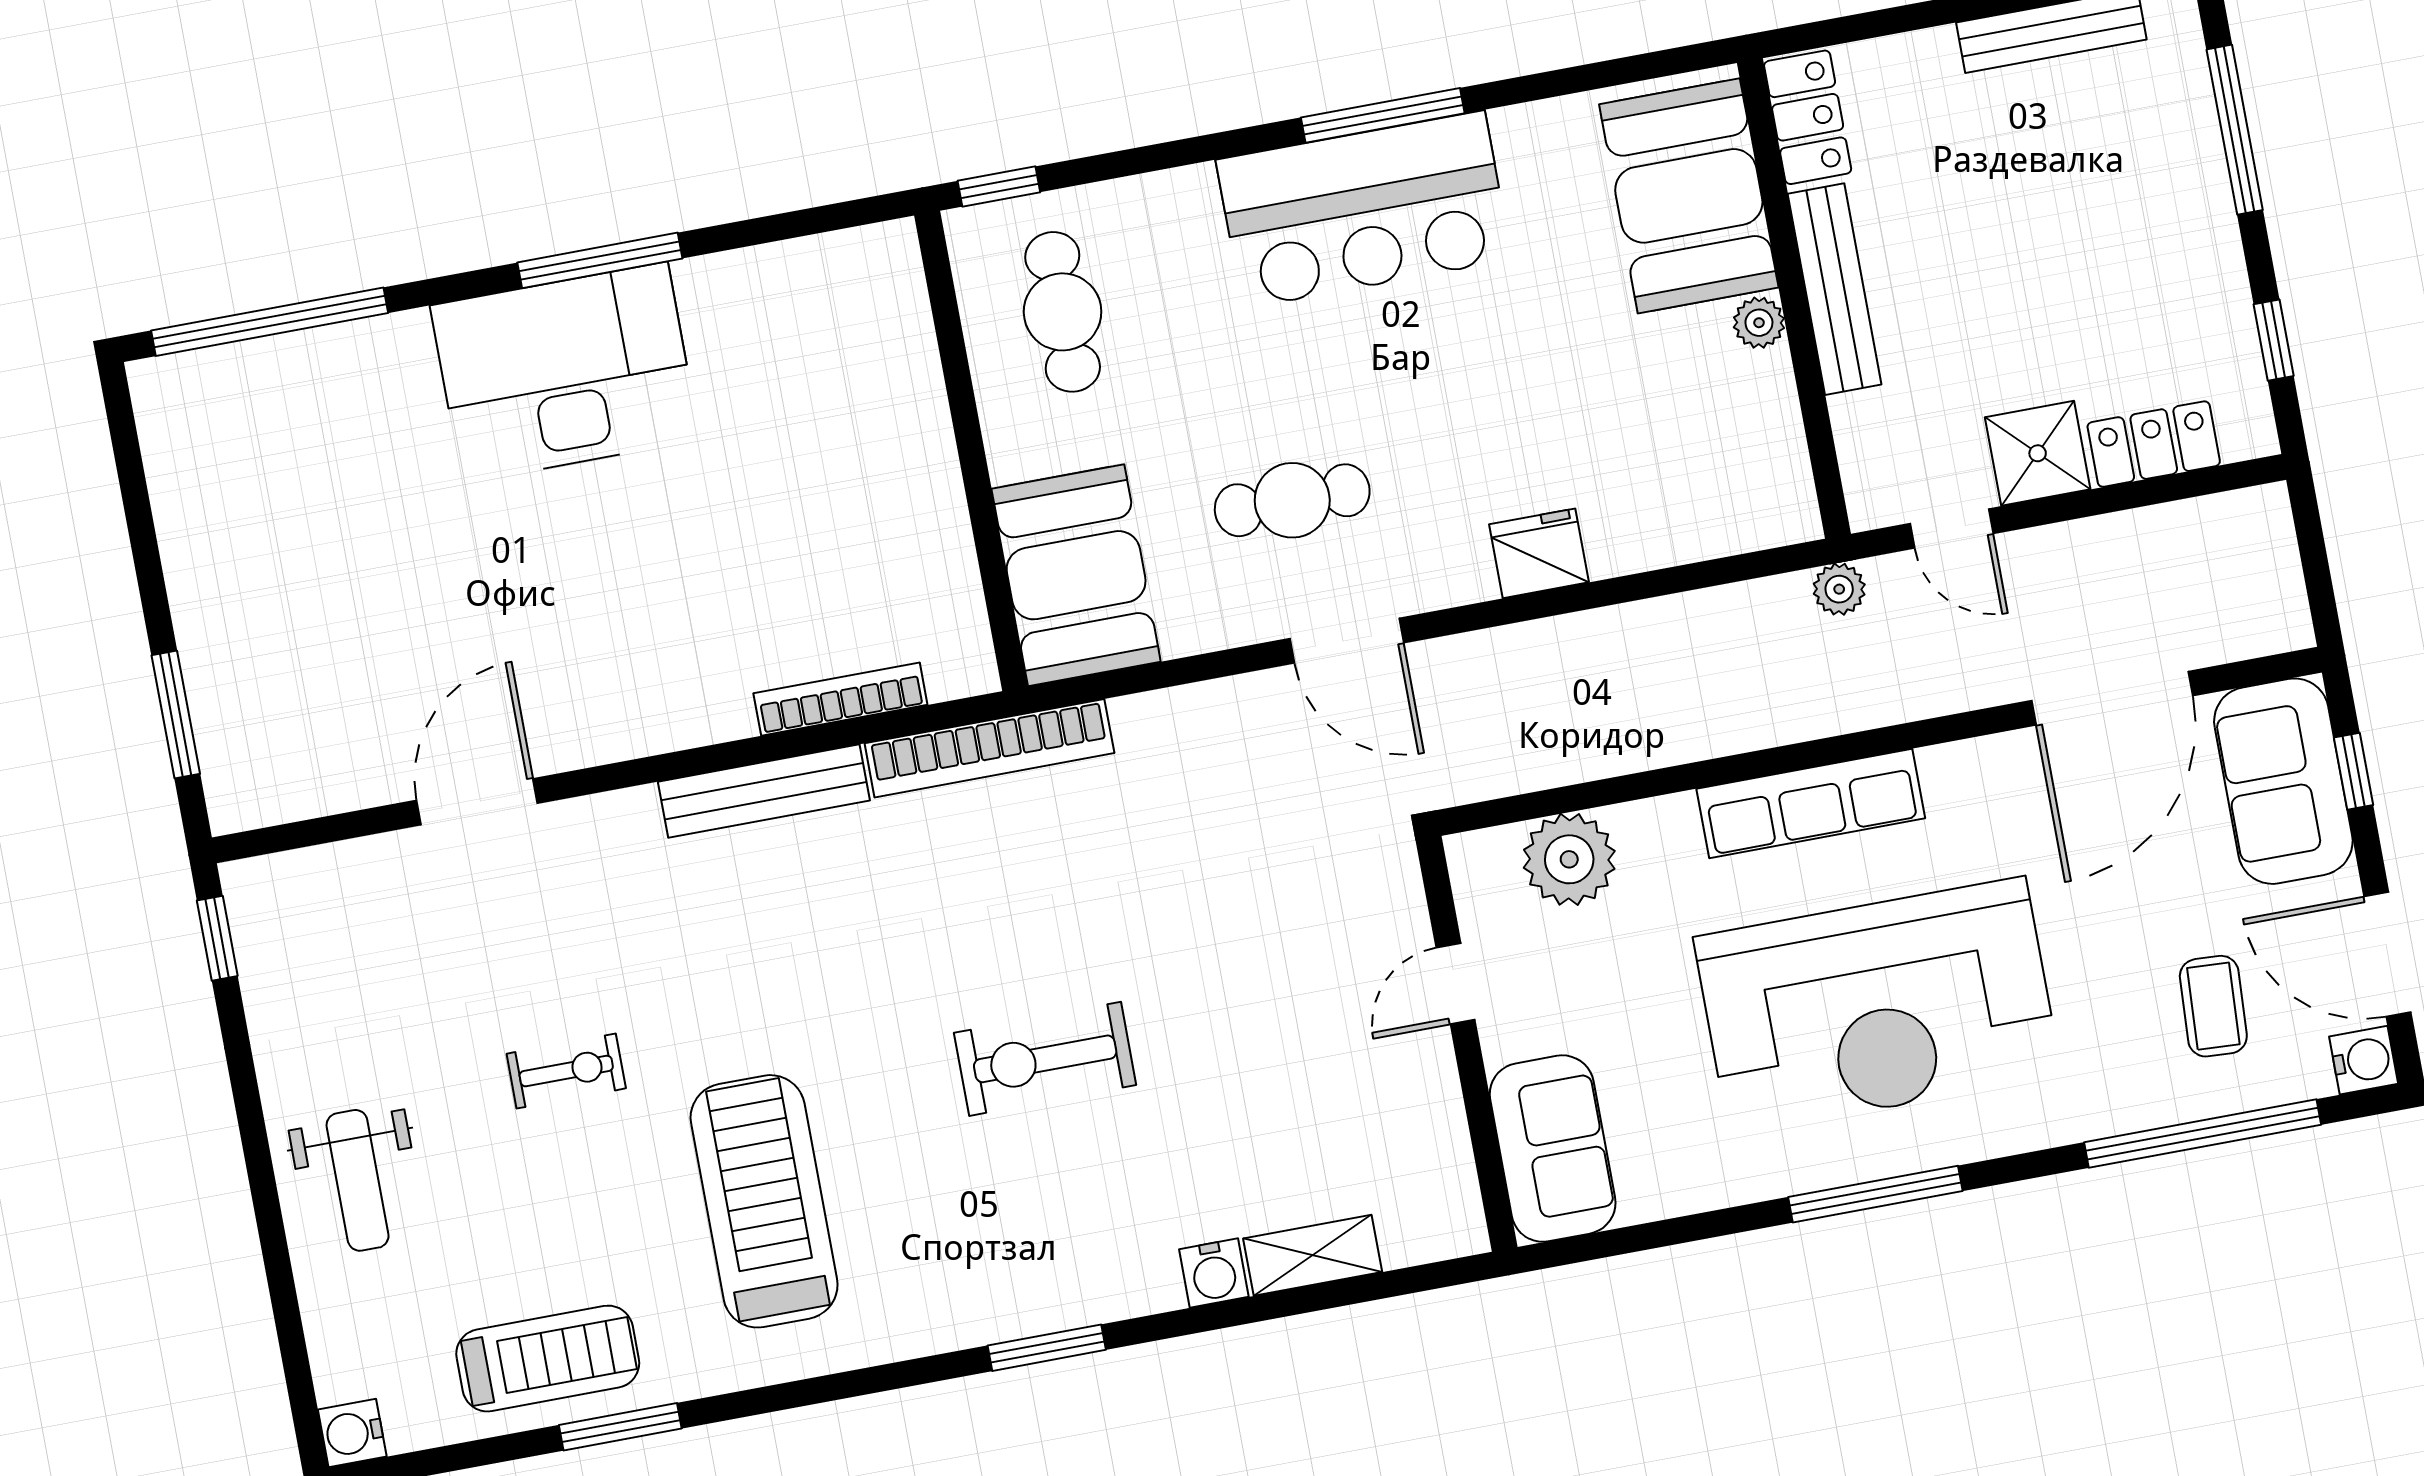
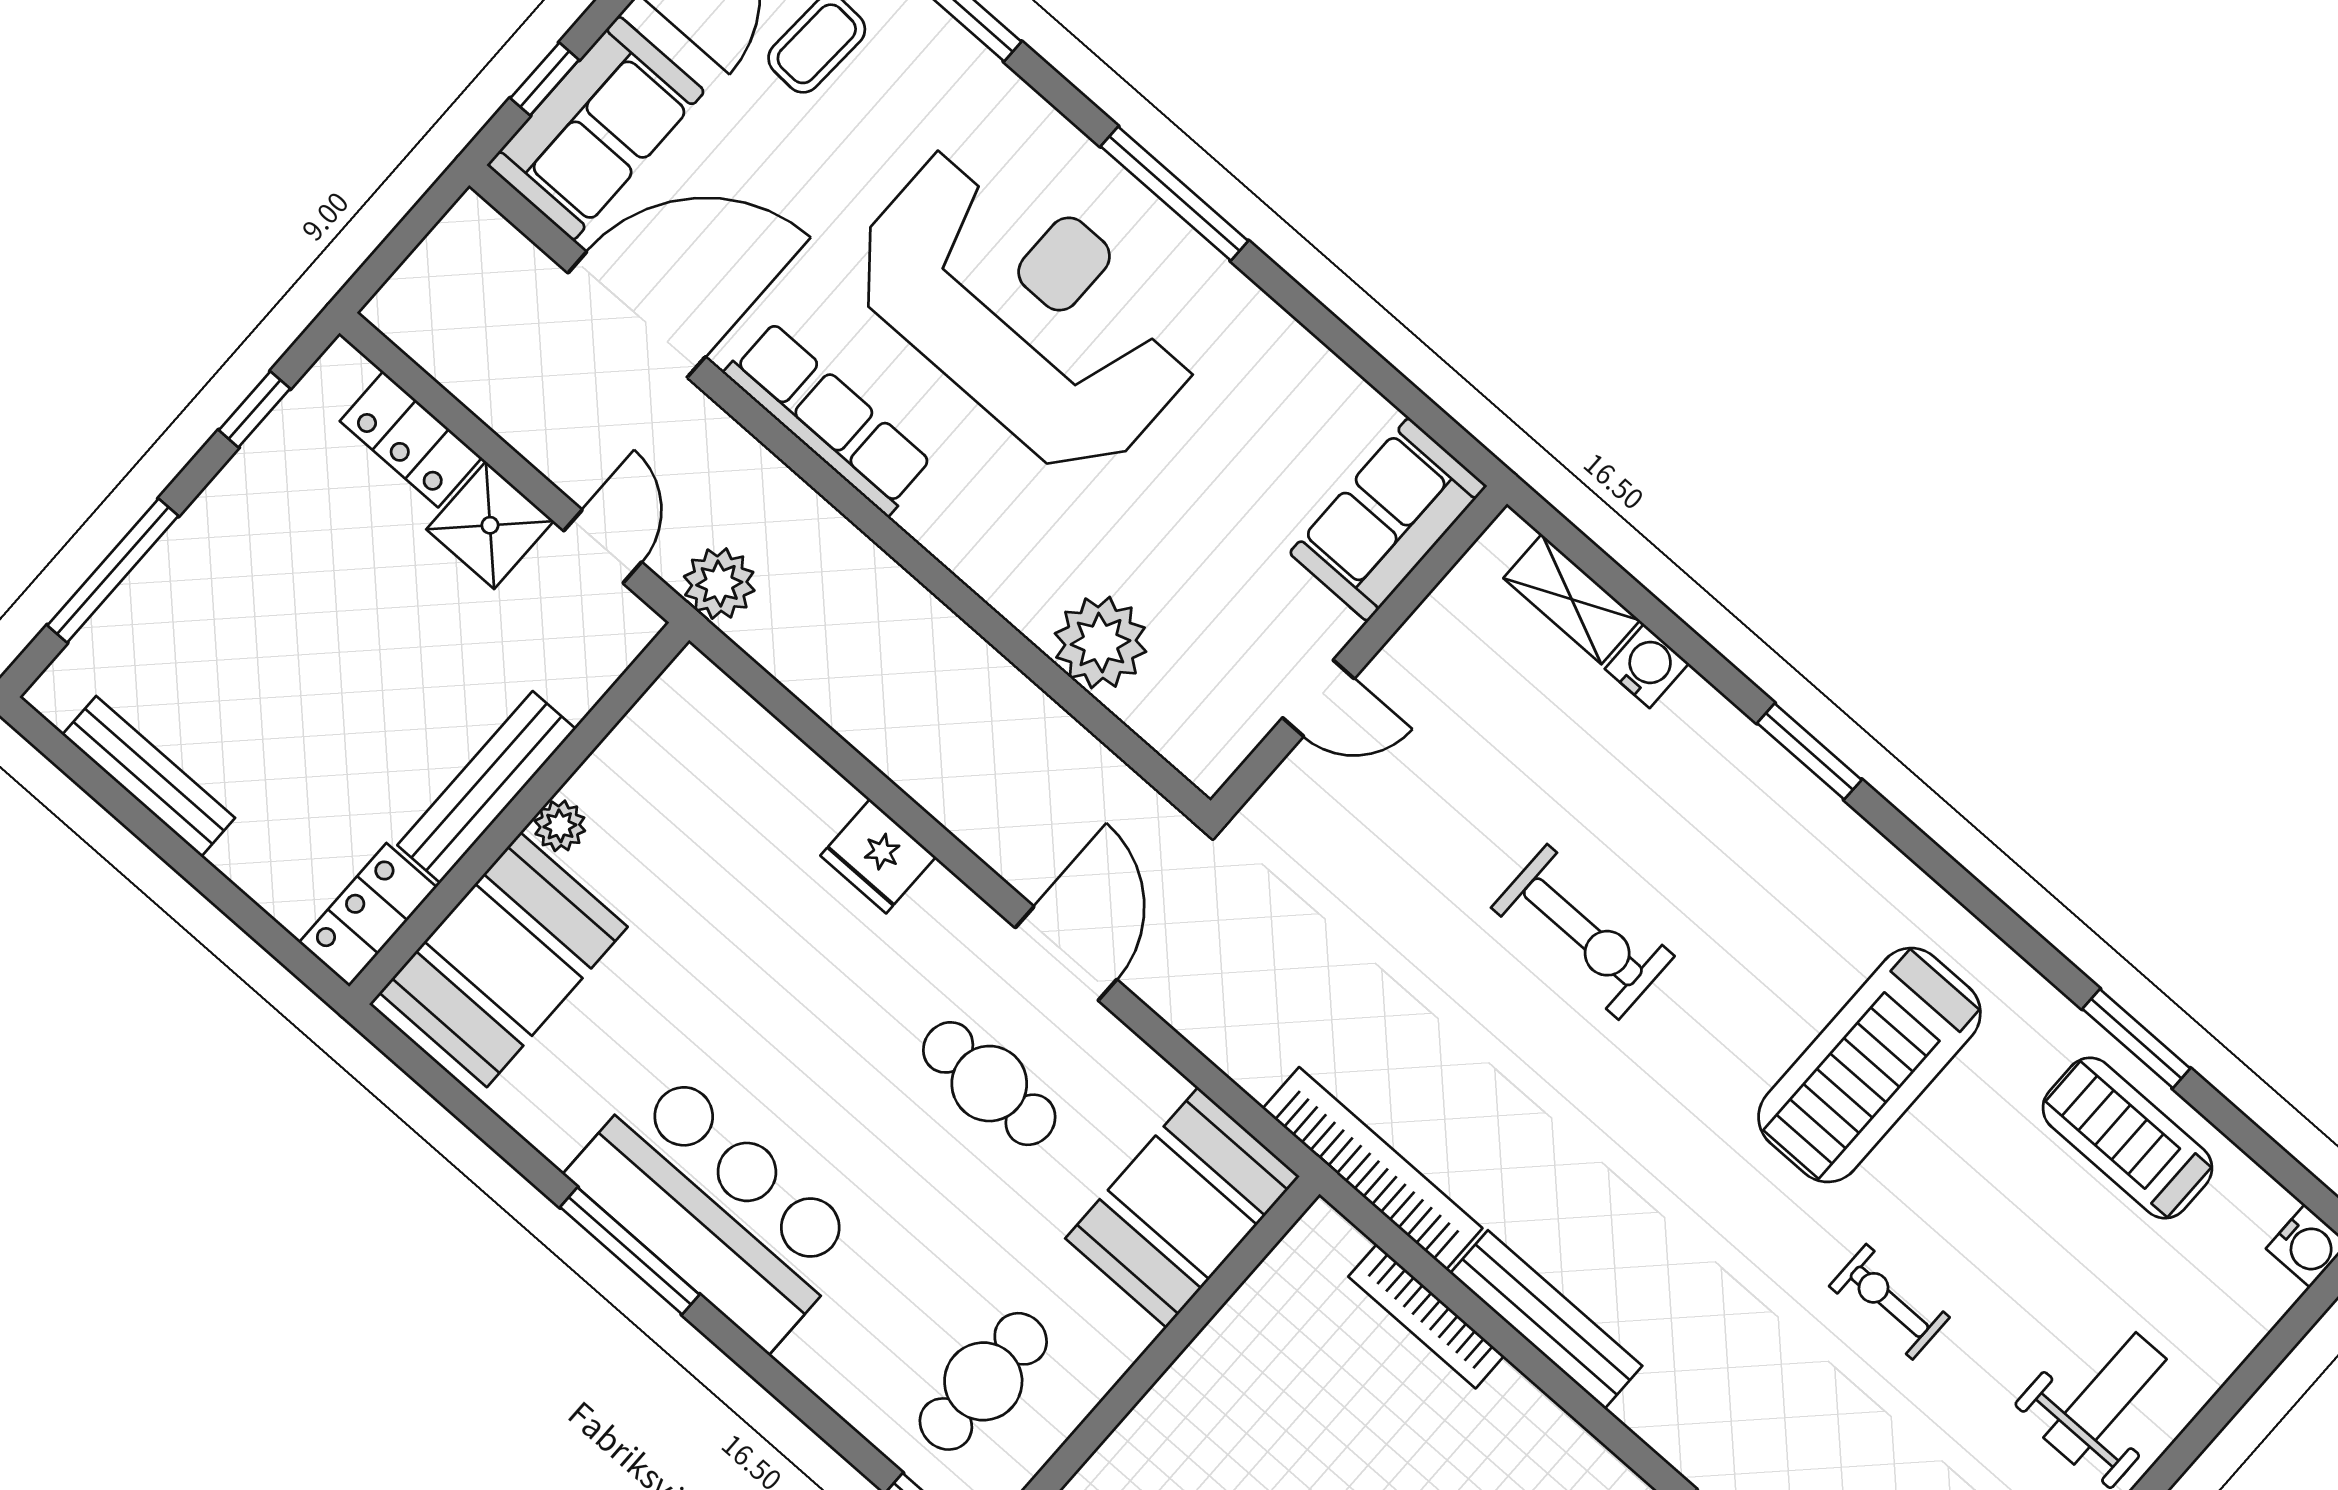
plant: (1839, 589) -> (719, 584), width x1.38, depth x1.38
row of seats: (1811, 803) -> (829, 418), moved
door: (1456, 984) -> (1318, 698), moved
wall: (1467, 1044) -> (1359, 652), moved
sofa: (1553, 1149) -> (1388, 520), moved

